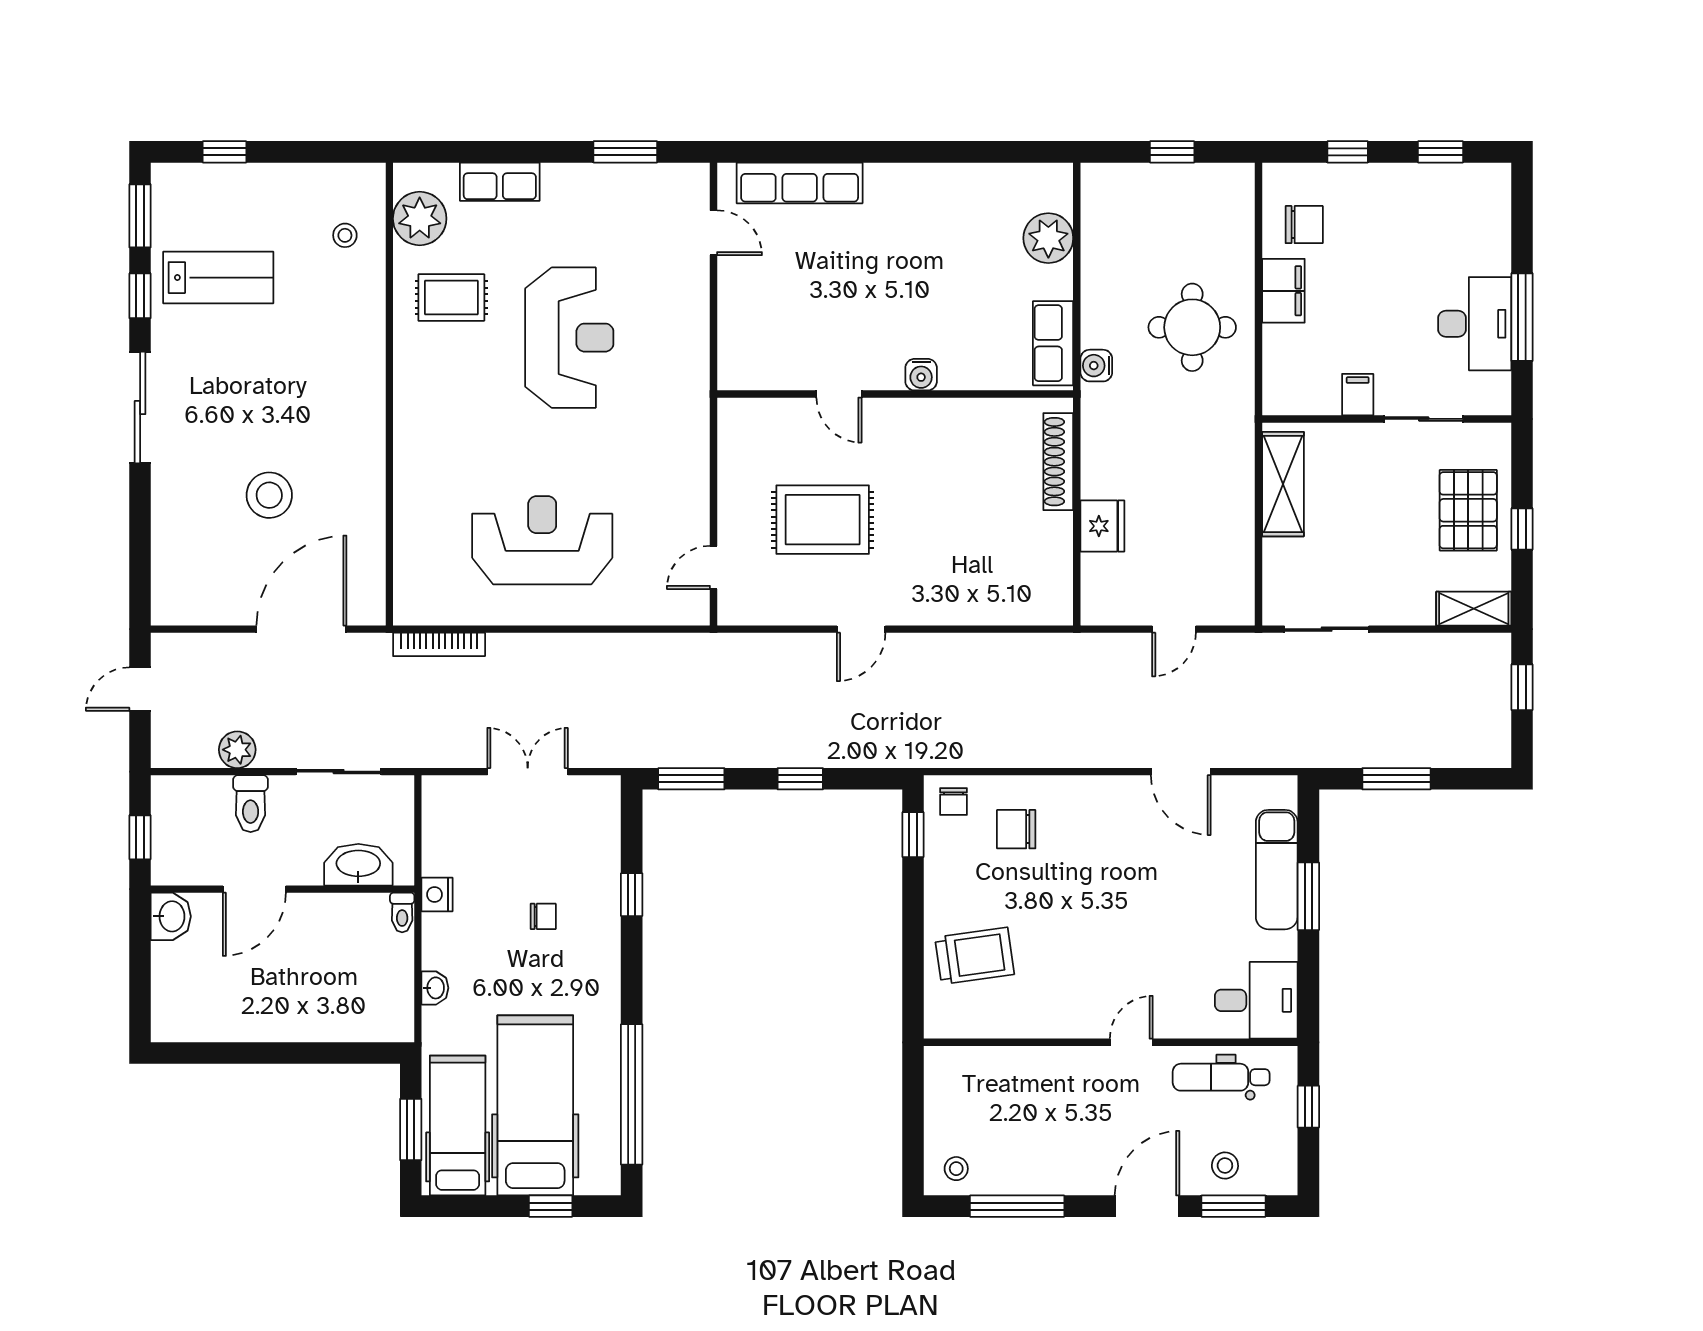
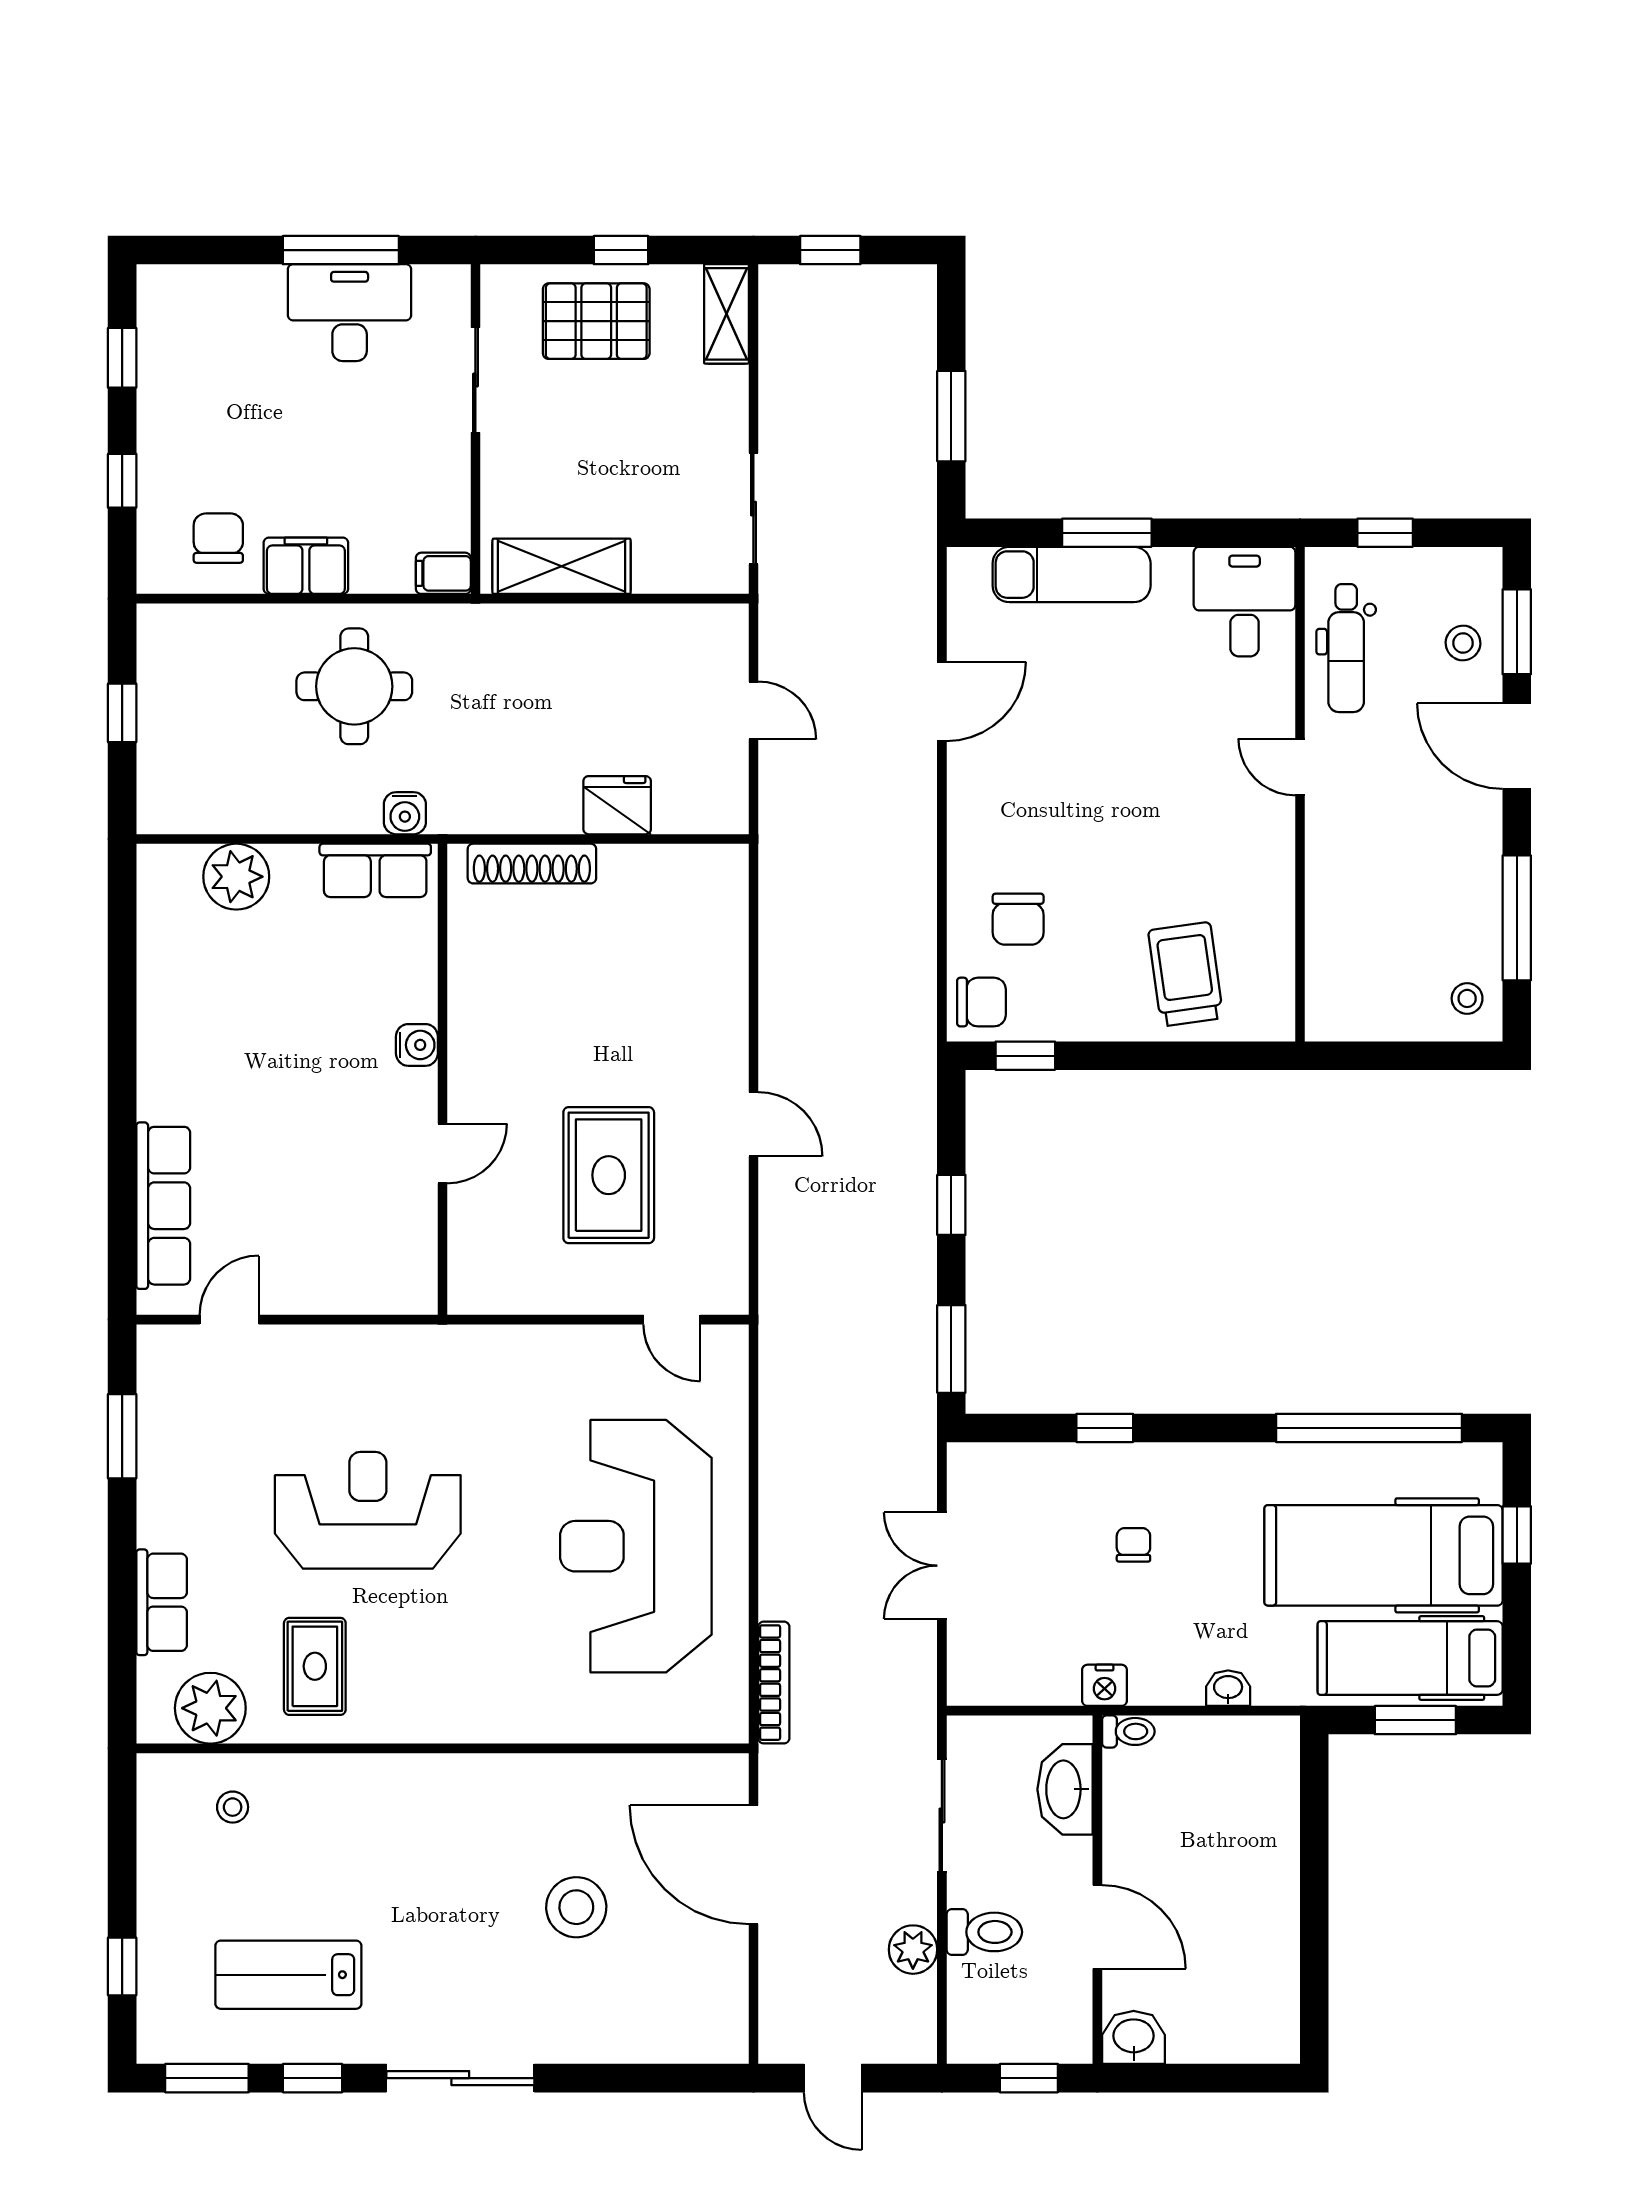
lab bench: (218, 278) -> (288, 1975), turned -90
filing cabinet: (1358, 395) -> (443, 573), moved
reception desk: (542, 540) -> (636, 1546), width x1.36, depth x1.30
chair: (954, 802) -> (982, 1002), width x1.37, depth x1.37

